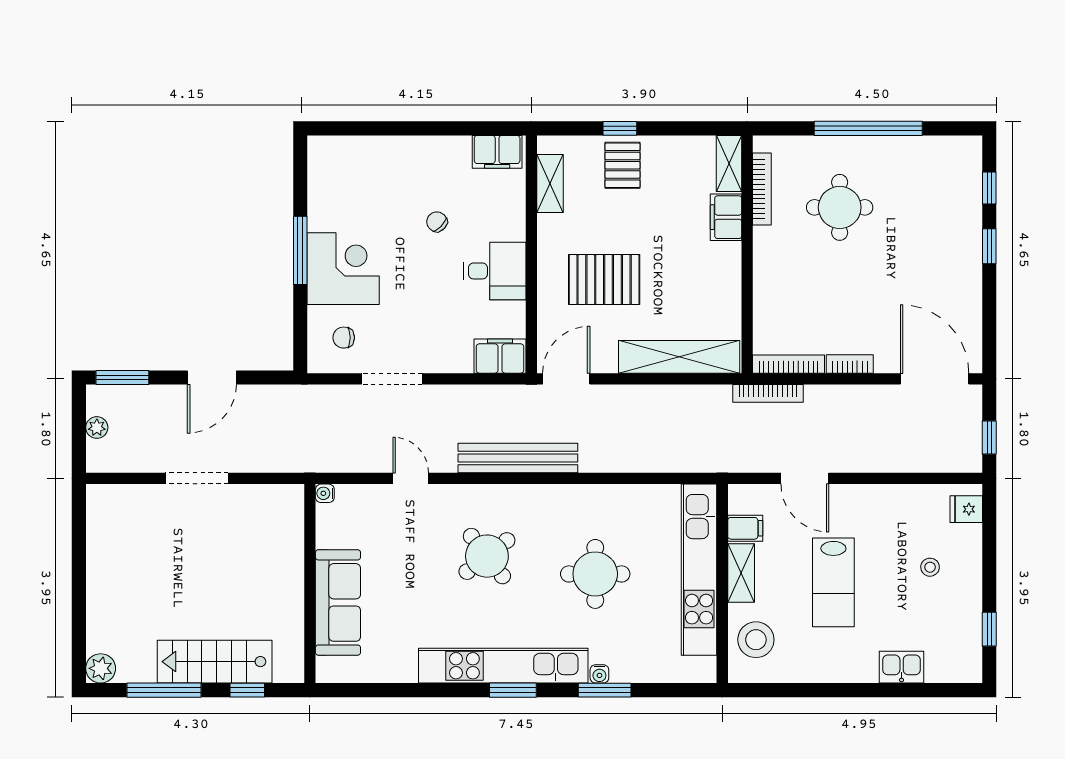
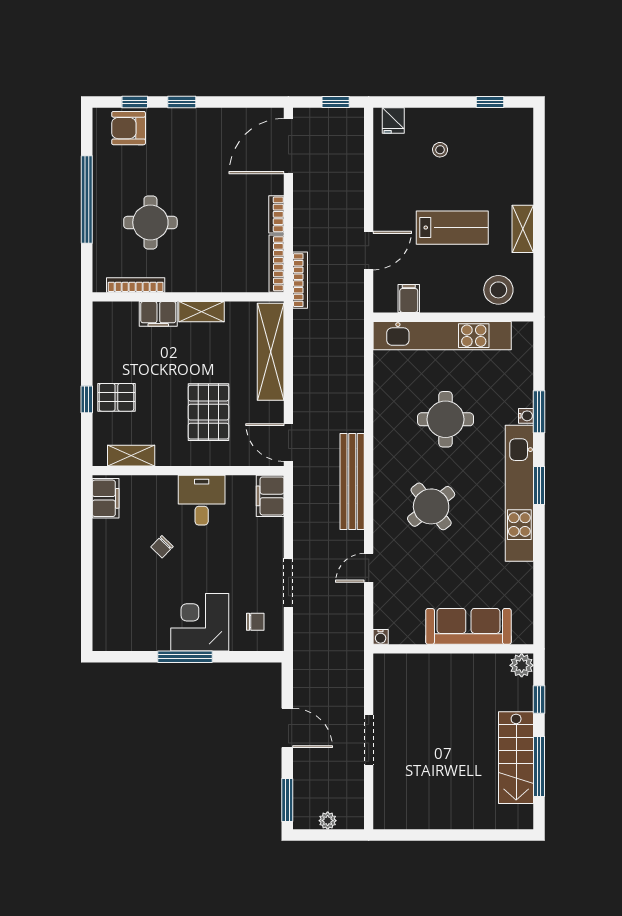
shelving: (729, 163) -> (202, 312), moved
armchair: (957, 180) -> (129, 128), added
chair: (344, 338) -> (255, 622), turned -90
shelving: (741, 573) -> (523, 229), moved, turned 90
stairs: (215, 662) -> (516, 758), moved
kitchen sink: (902, 667) -> (521, 173), removed
plant: (101, 668) -> (522, 665), moved

